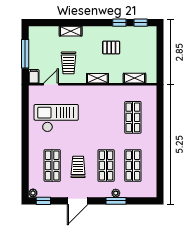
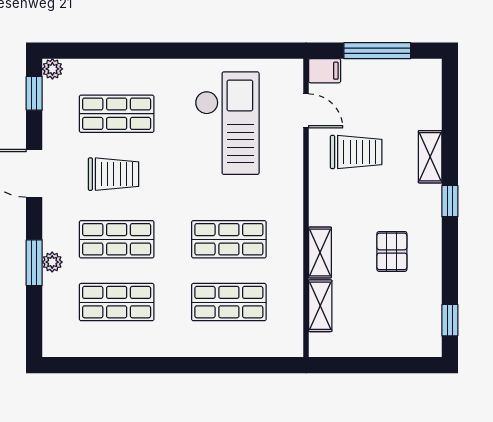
window: (119, 23) -> (450, 201), moved
trolley: (69, 63) -> (356, 152), turned 180
shelving: (97, 78) -> (320, 252), moved
shop shelf: (106, 117) -> (229, 239), added

